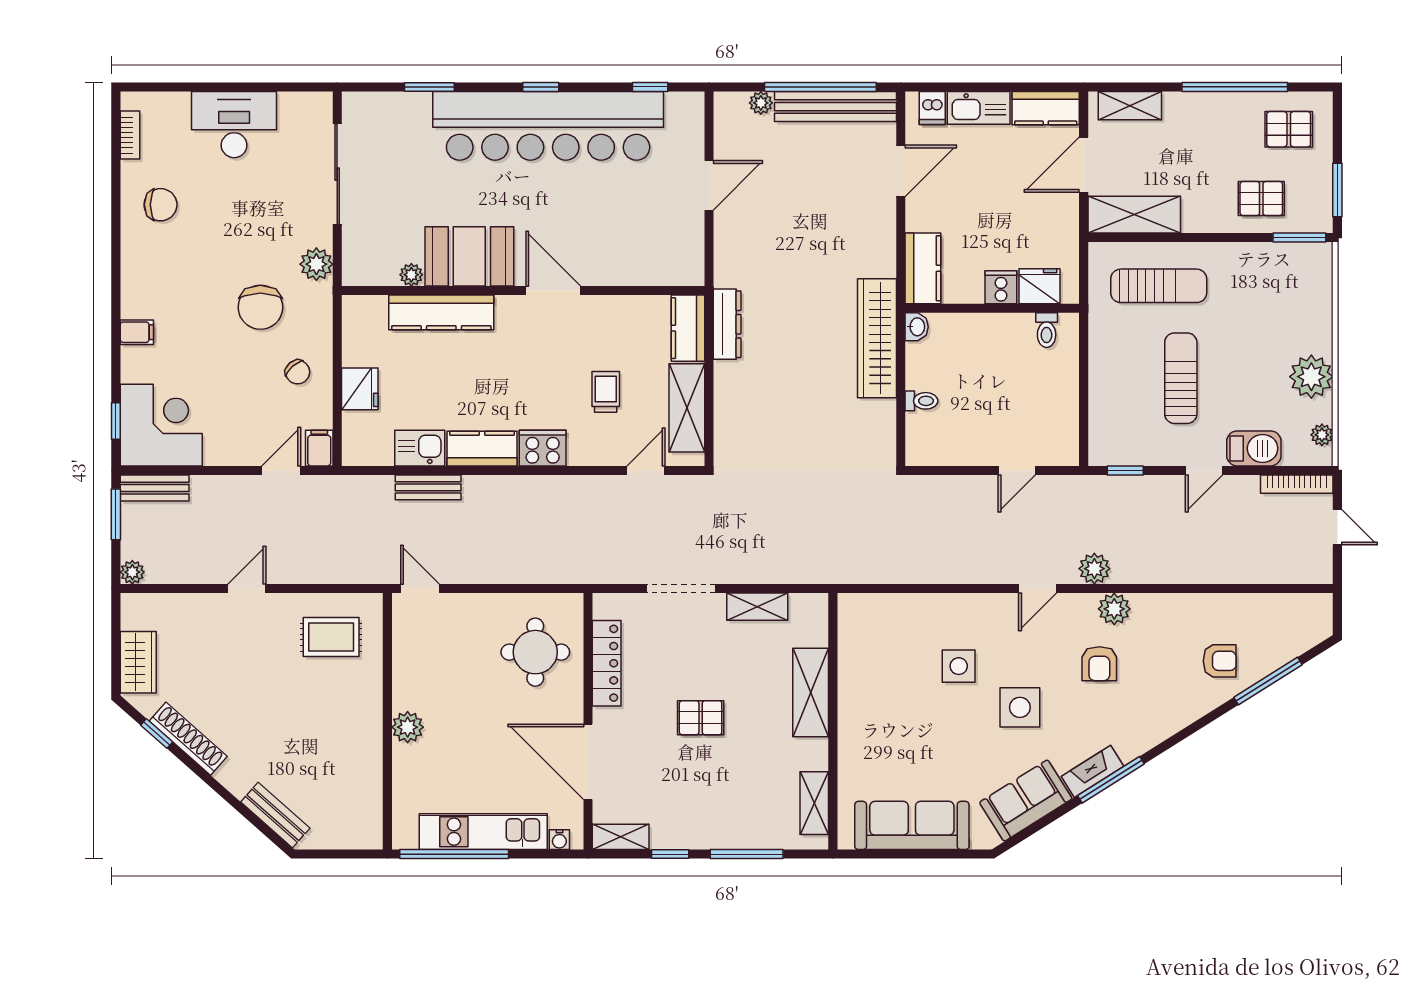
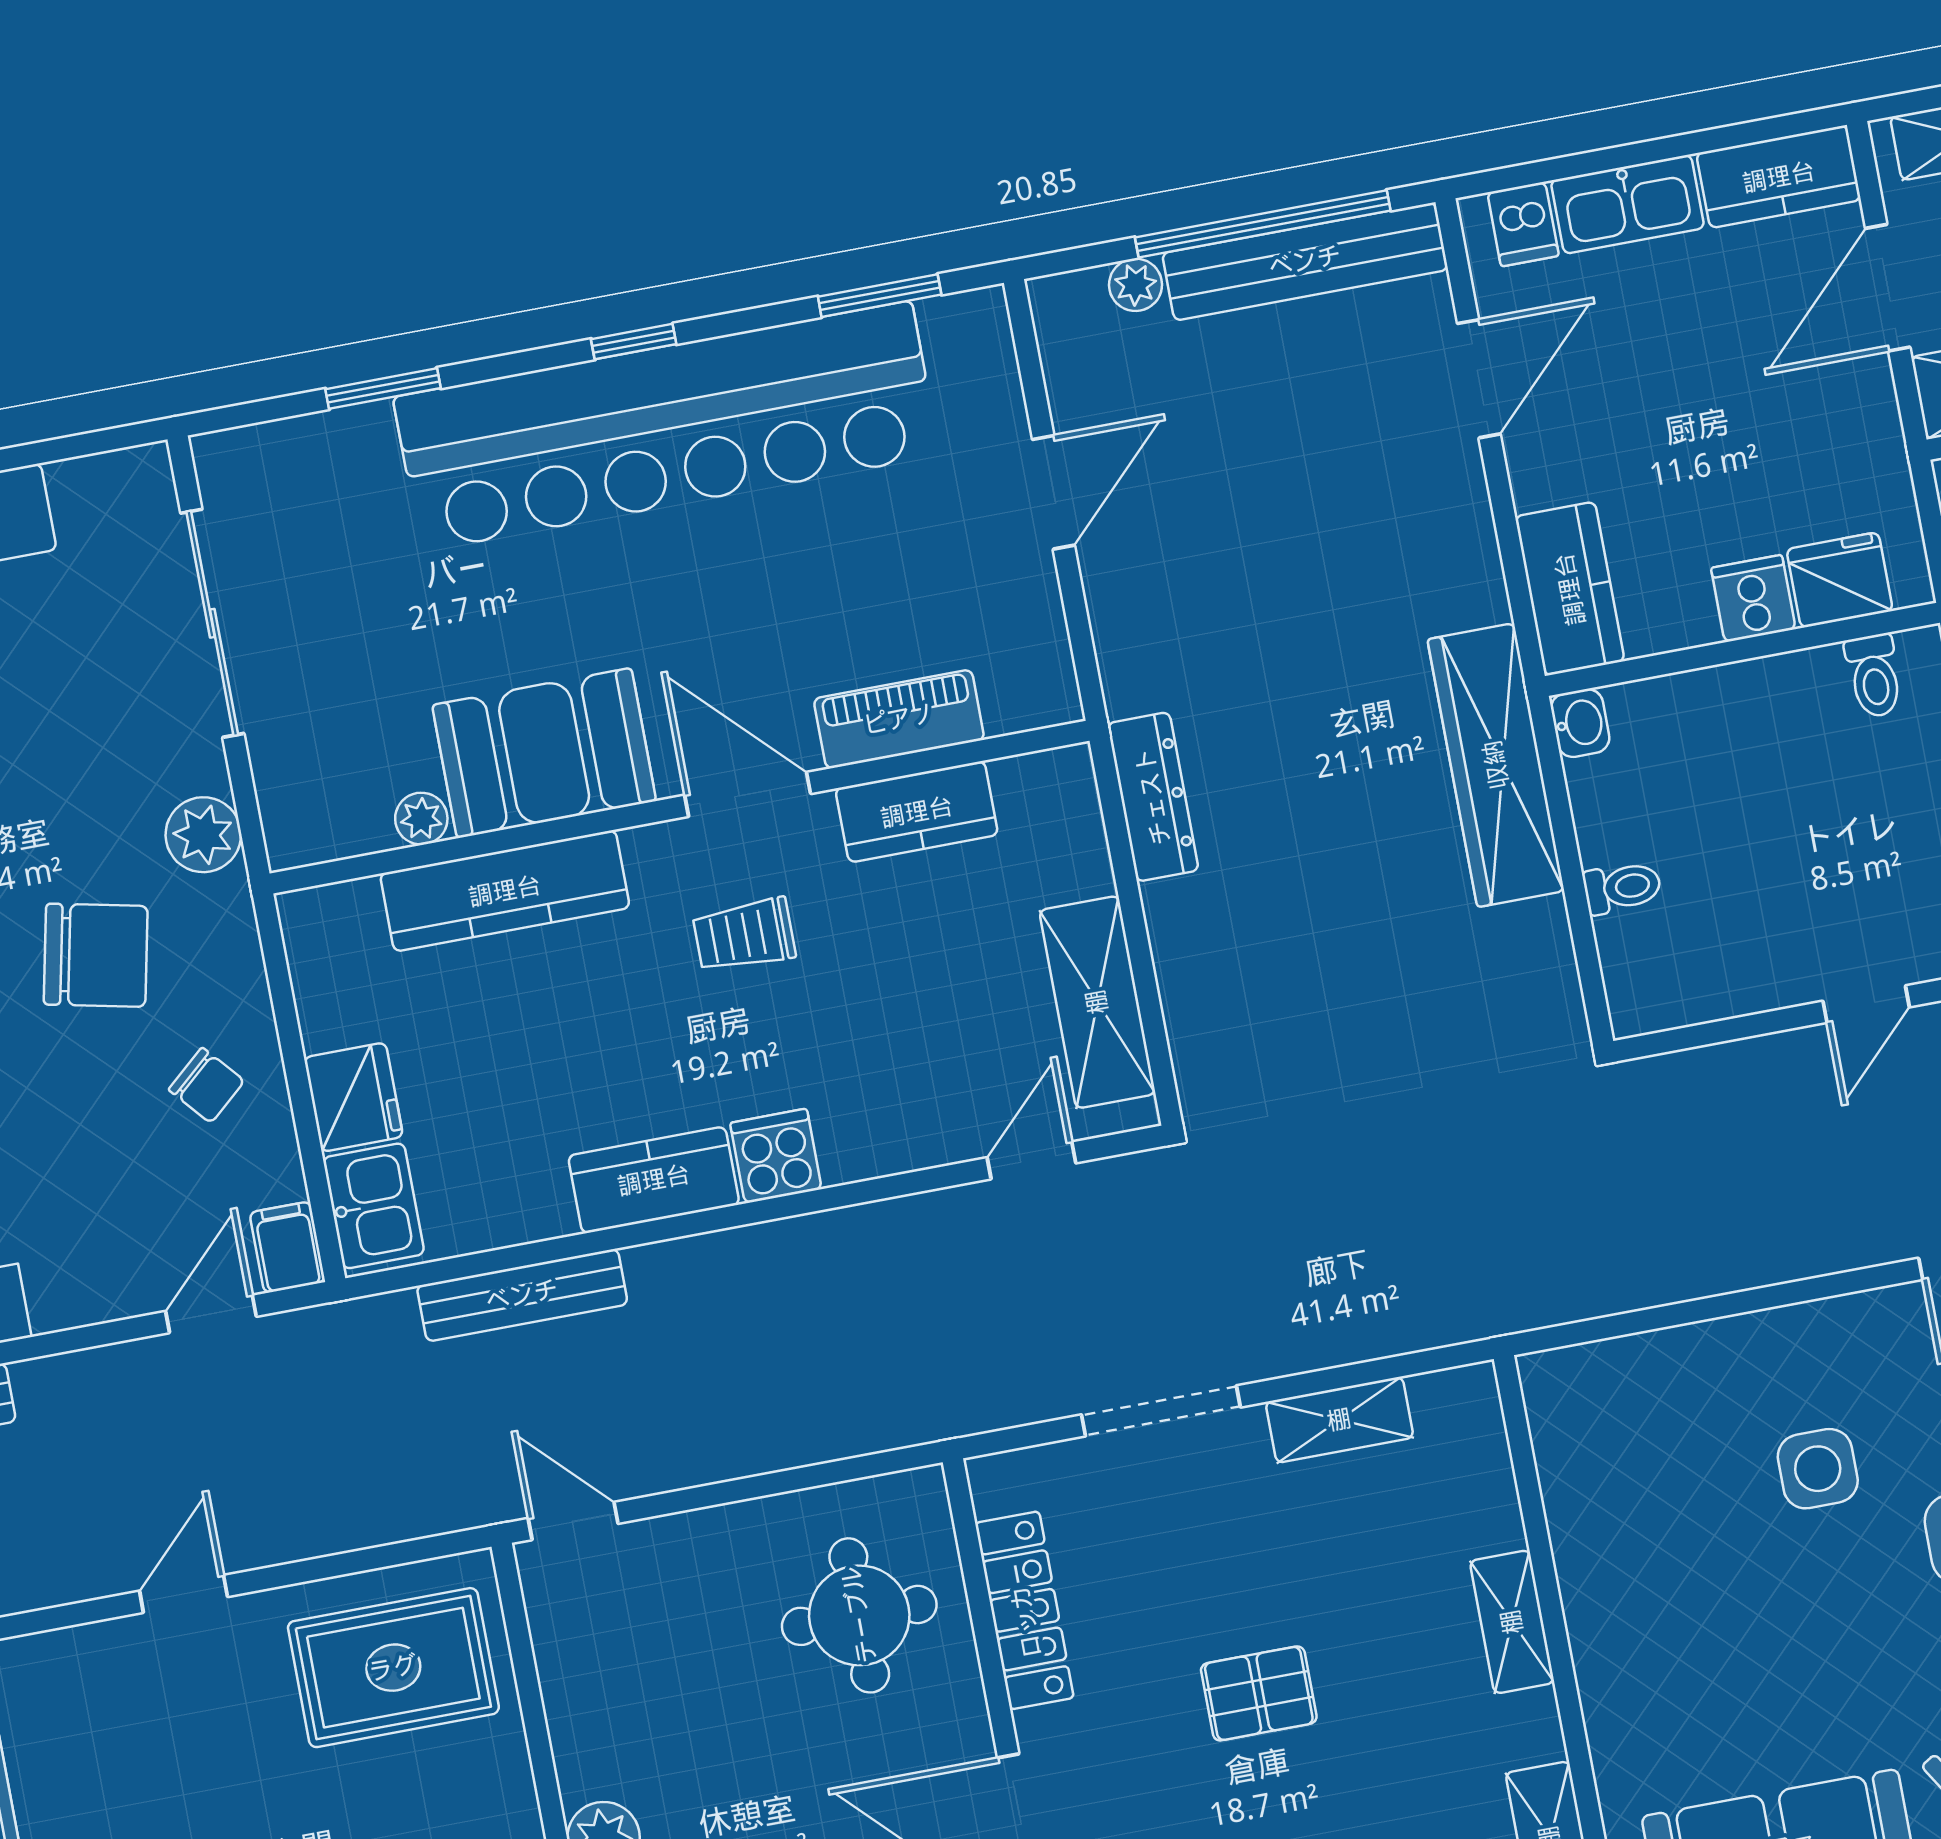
window: (650, 87) -> (880, 296), width x1.50
piano: (624, 270) -> (899, 719), added
chair: (260, 307) -> (96, 955), turned -78
kitchen counter: (688, 328) -> (917, 812), moved, turned -90
trolley: (606, 392) -> (744, 935), moved, turned -90
kitchen sink: (420, 448) -> (374, 1206), moved, turned 90
cooker: (543, 448) -> (776, 1156), width x0.73
bench: (428, 487) -> (522, 1295), width x1.36
rug: (331, 637) -> (393, 1668), width x1.36, depth x1.43
shelving: (811, 692) -> (1512, 1622), width x0.67, depth x0.75

